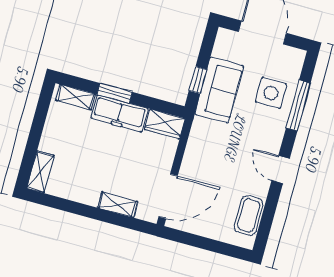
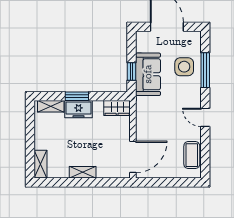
freezer: (119, 113) -> (79, 109), width x0.71
shelving: (118, 205) -> (83, 172), moved

